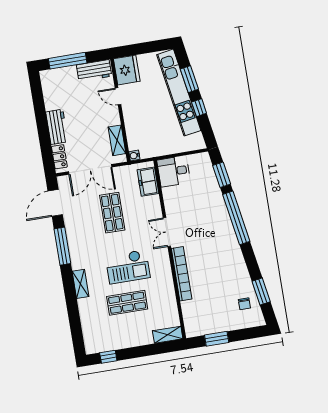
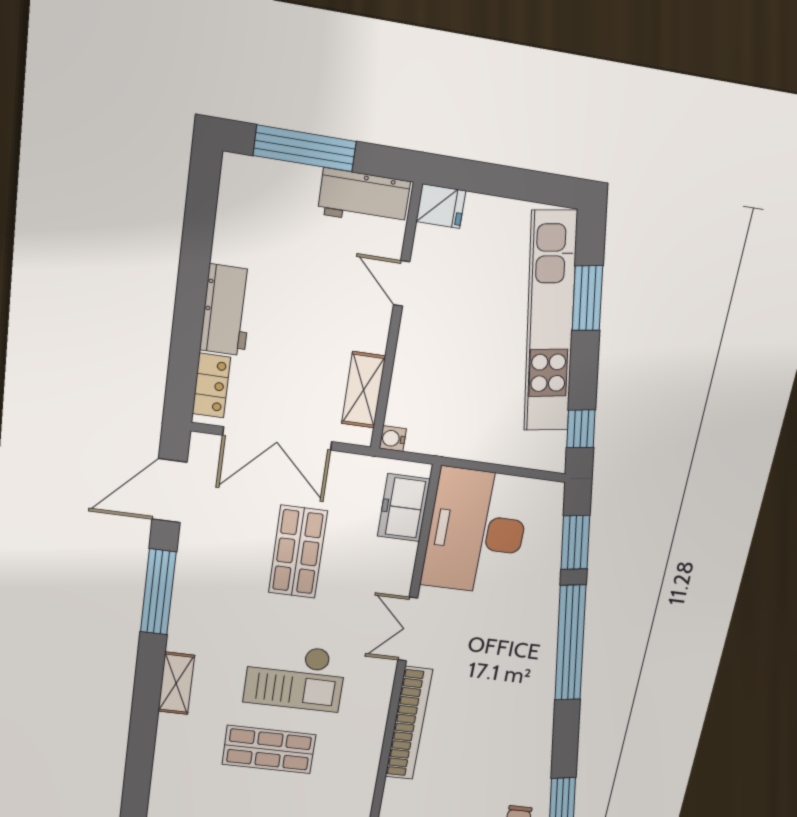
fridge: (127, 70) -> (441, 206), width x0.53, depth x0.75
window: (199, 108) -> (581, 429), moved
desk: (174, 171) -> (476, 532), width x1.87, depth x1.30

